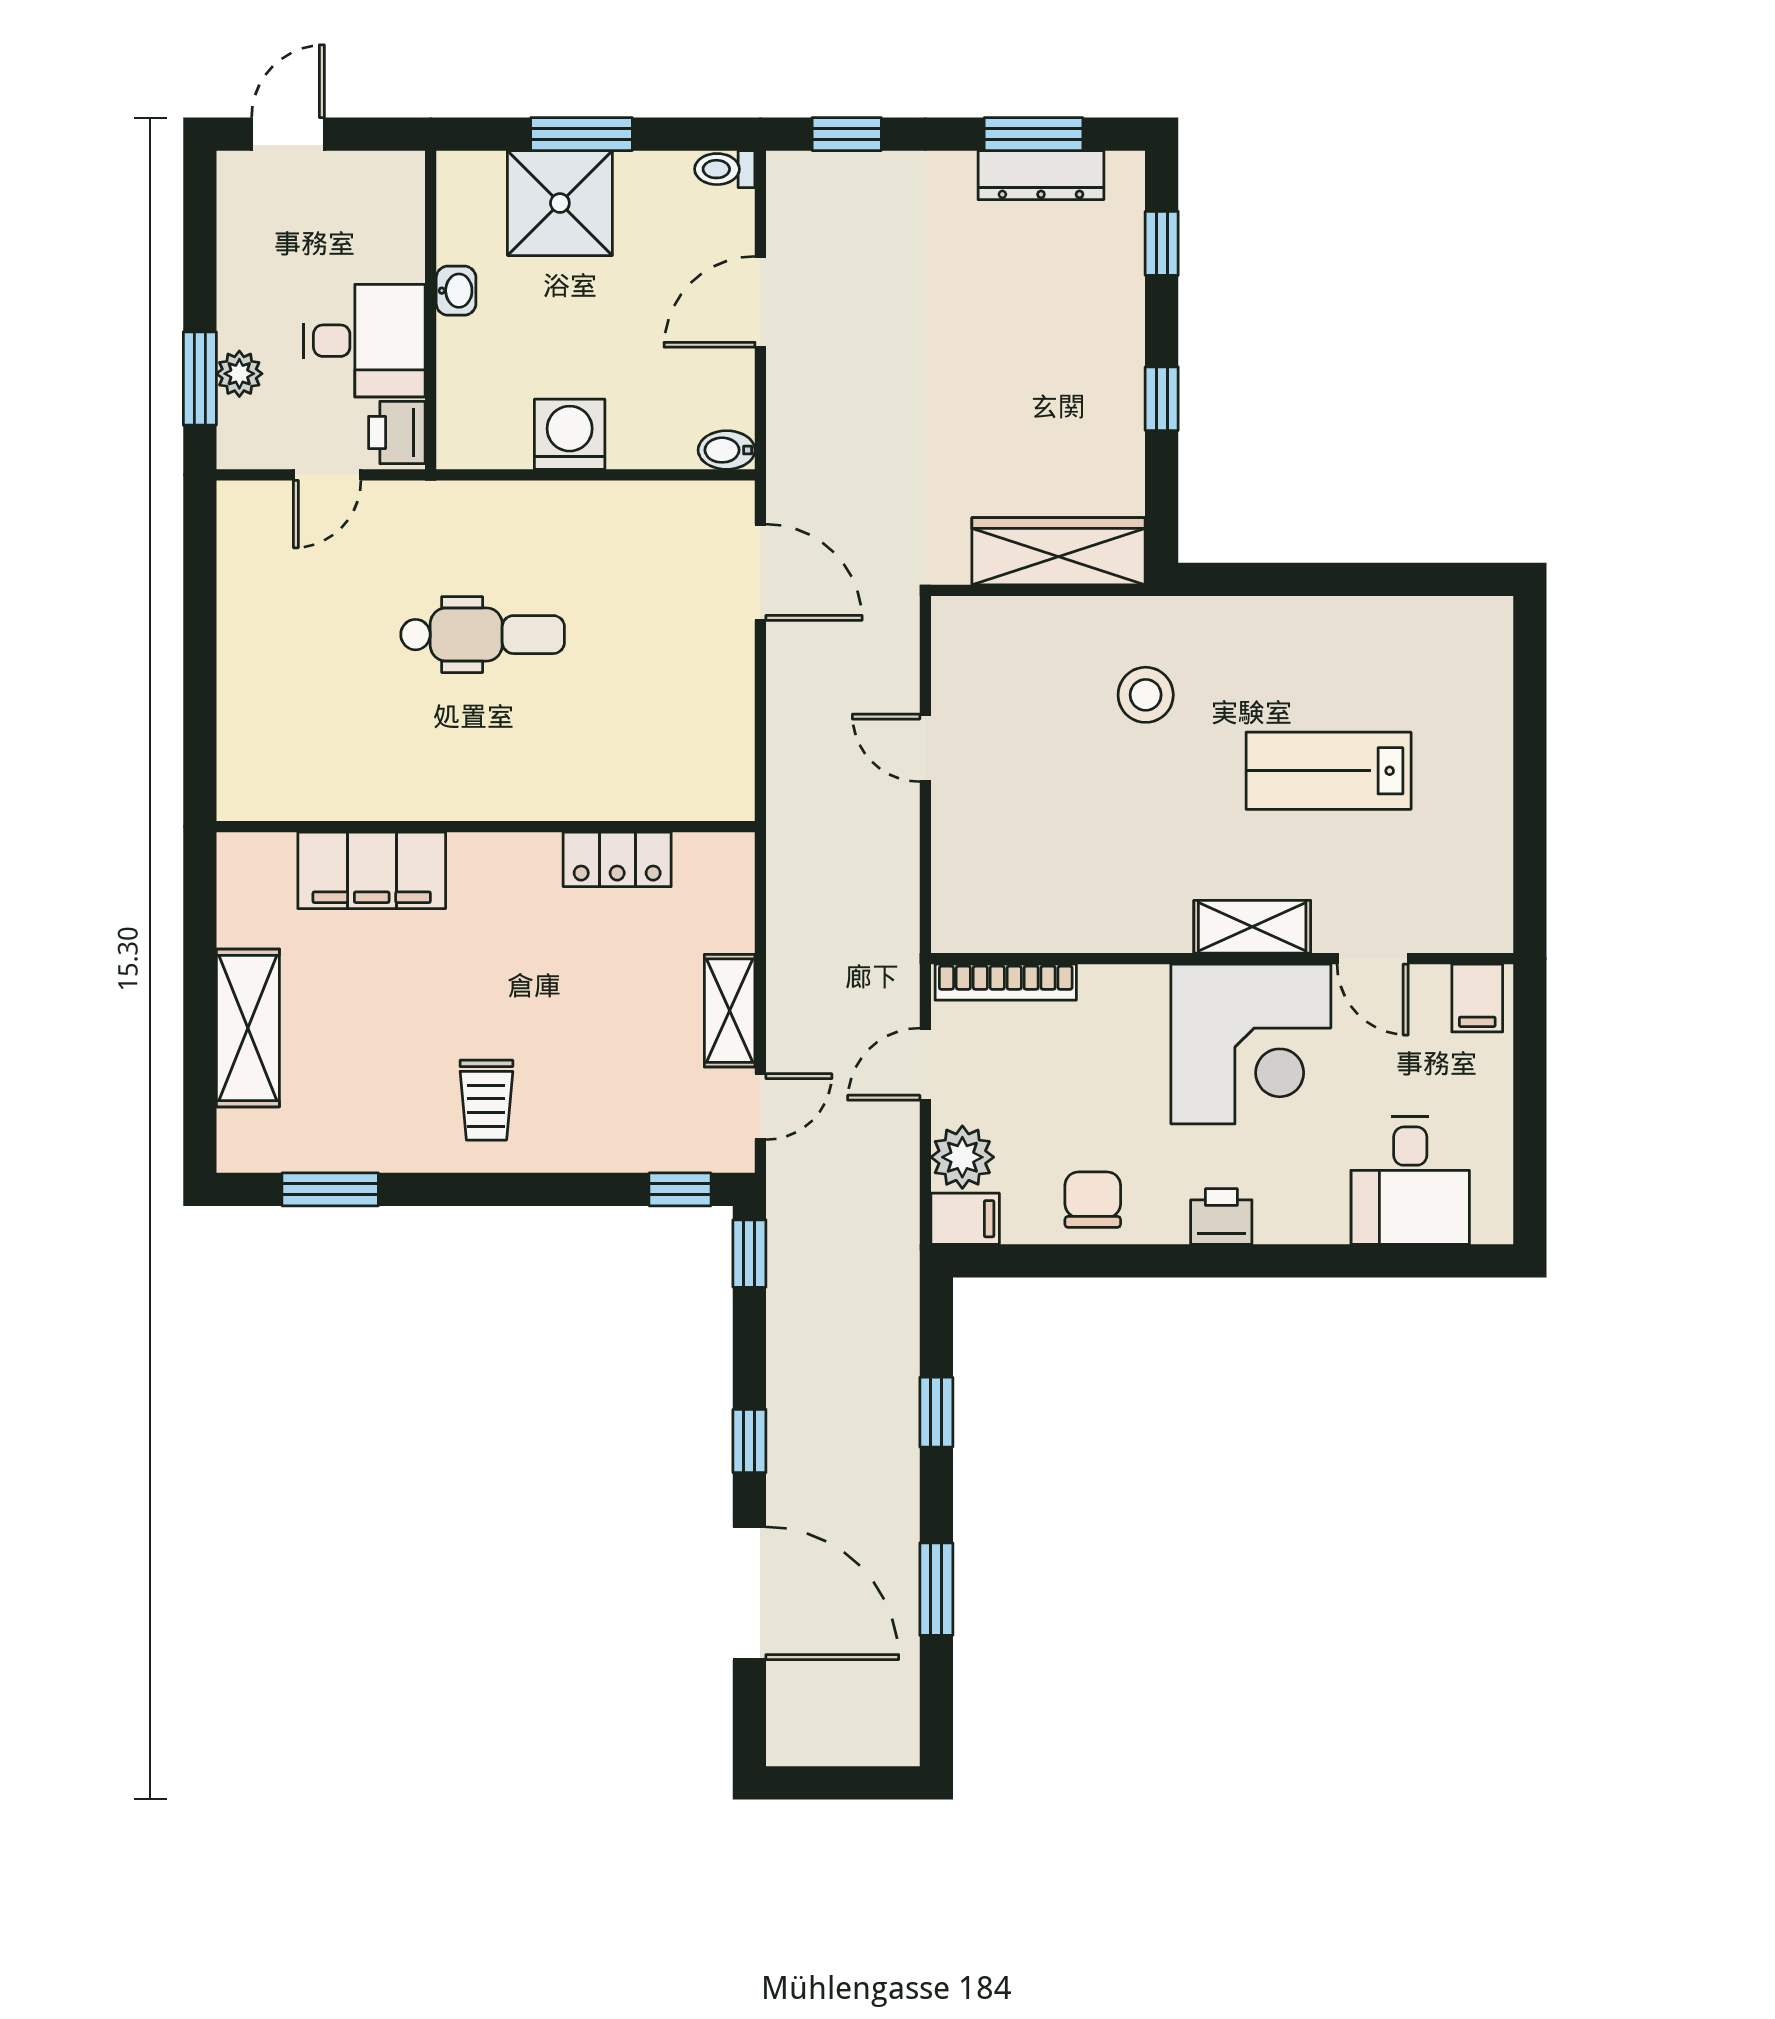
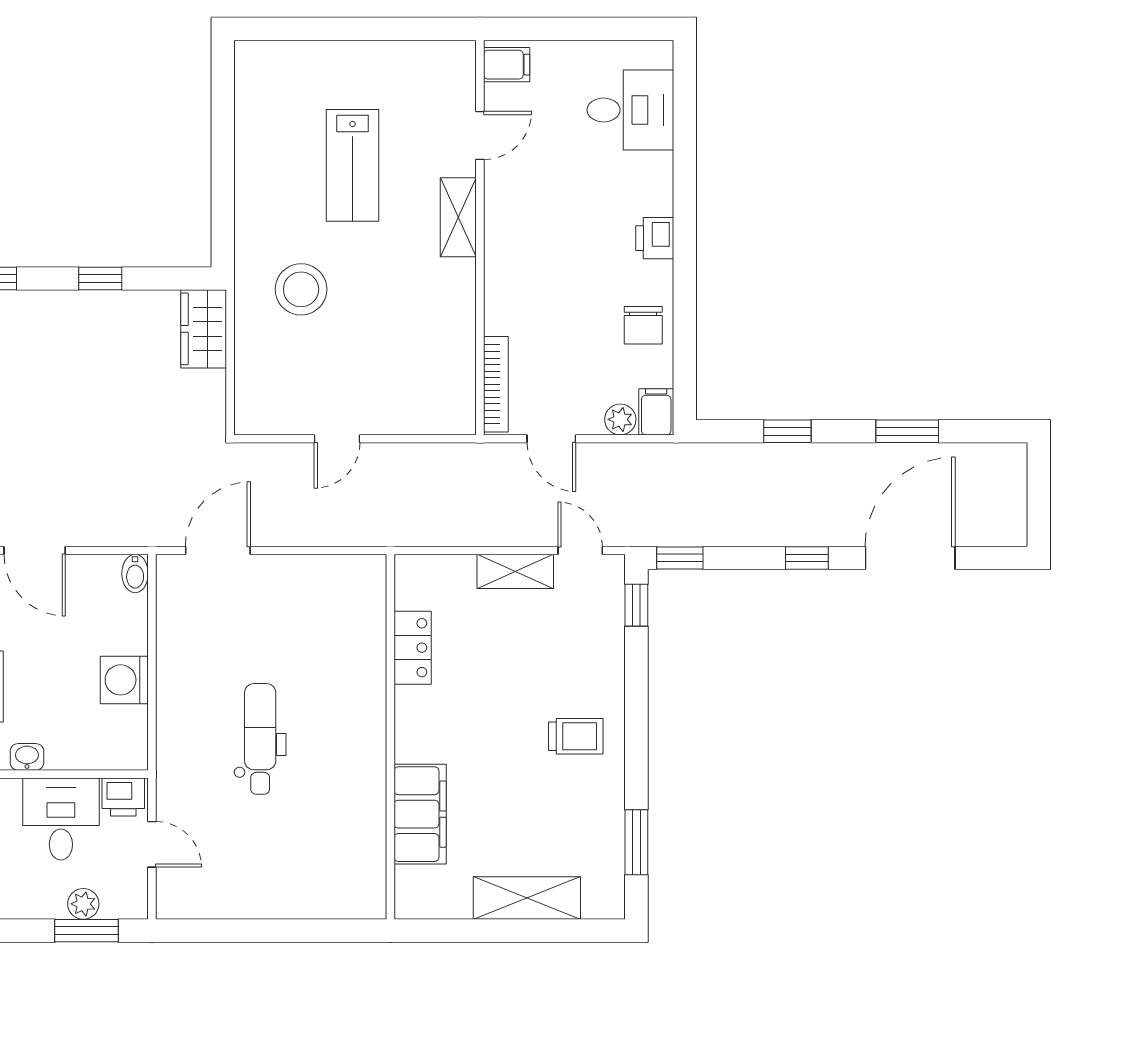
wardrobe: (1058, 551) -> (204, 329), width x0.67
stool: (1146, 695) -> (301, 289), width x1.38, depth x1.38
corner desk: (1251, 1044) -> (538, 218), removed
plant: (962, 1157) -> (620, 419), width x0.73, depth x0.73
chair: (1093, 1200) -> (643, 325), turned -90

